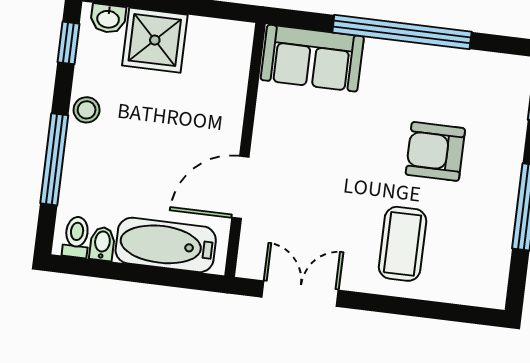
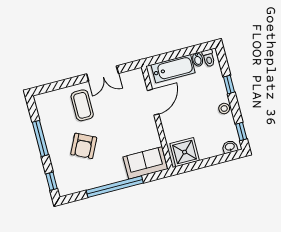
shower: (155, 40) -> (185, 152), moved
armchair: (435, 151) -> (84, 146), turned 116
window: (54, 159) -> (229, 85), width x0.46
double door: (300, 294) -> (103, 74), moved

